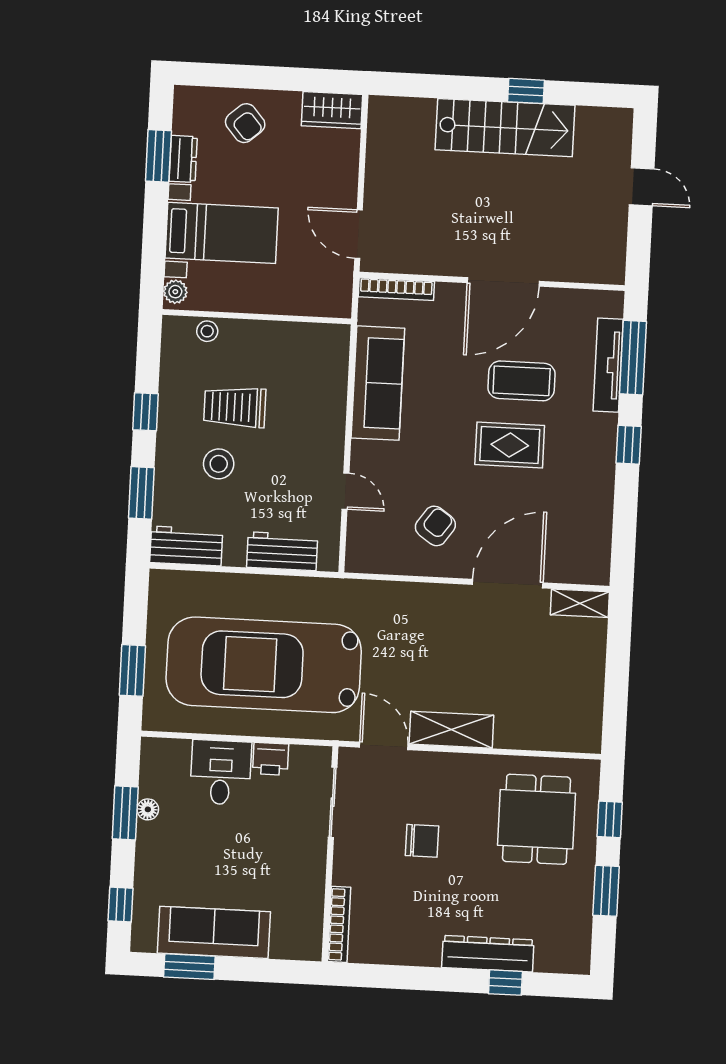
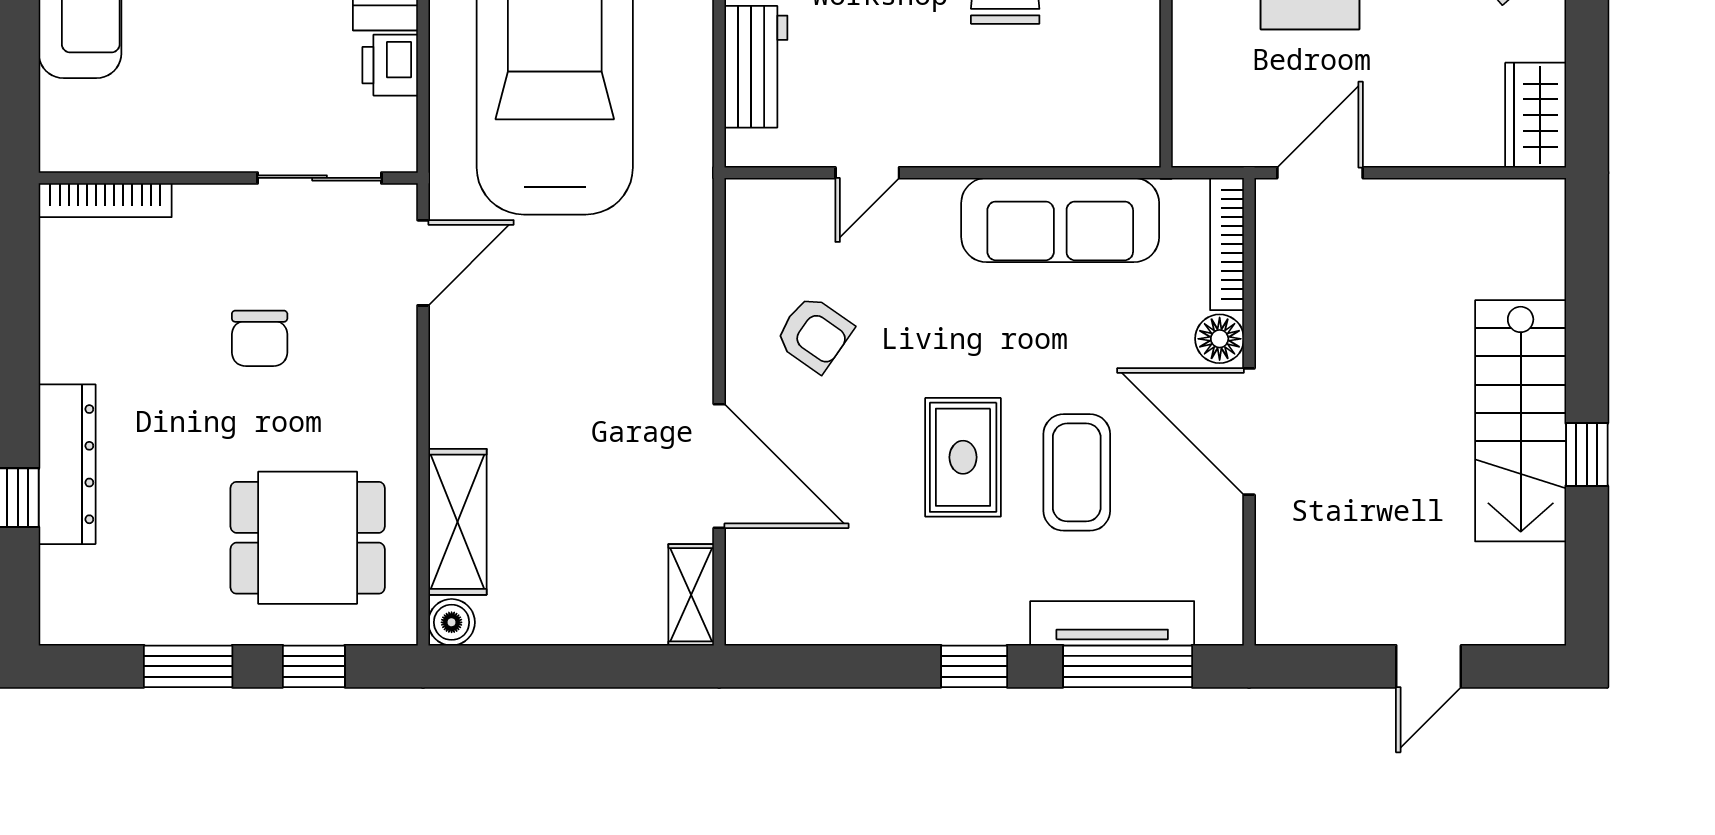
floor lamp: (450, 296) -> (1220, 339), added
shelving: (451, 730) -> (457, 522), moved
boiler: (589, 740) -> (452, 622), added

